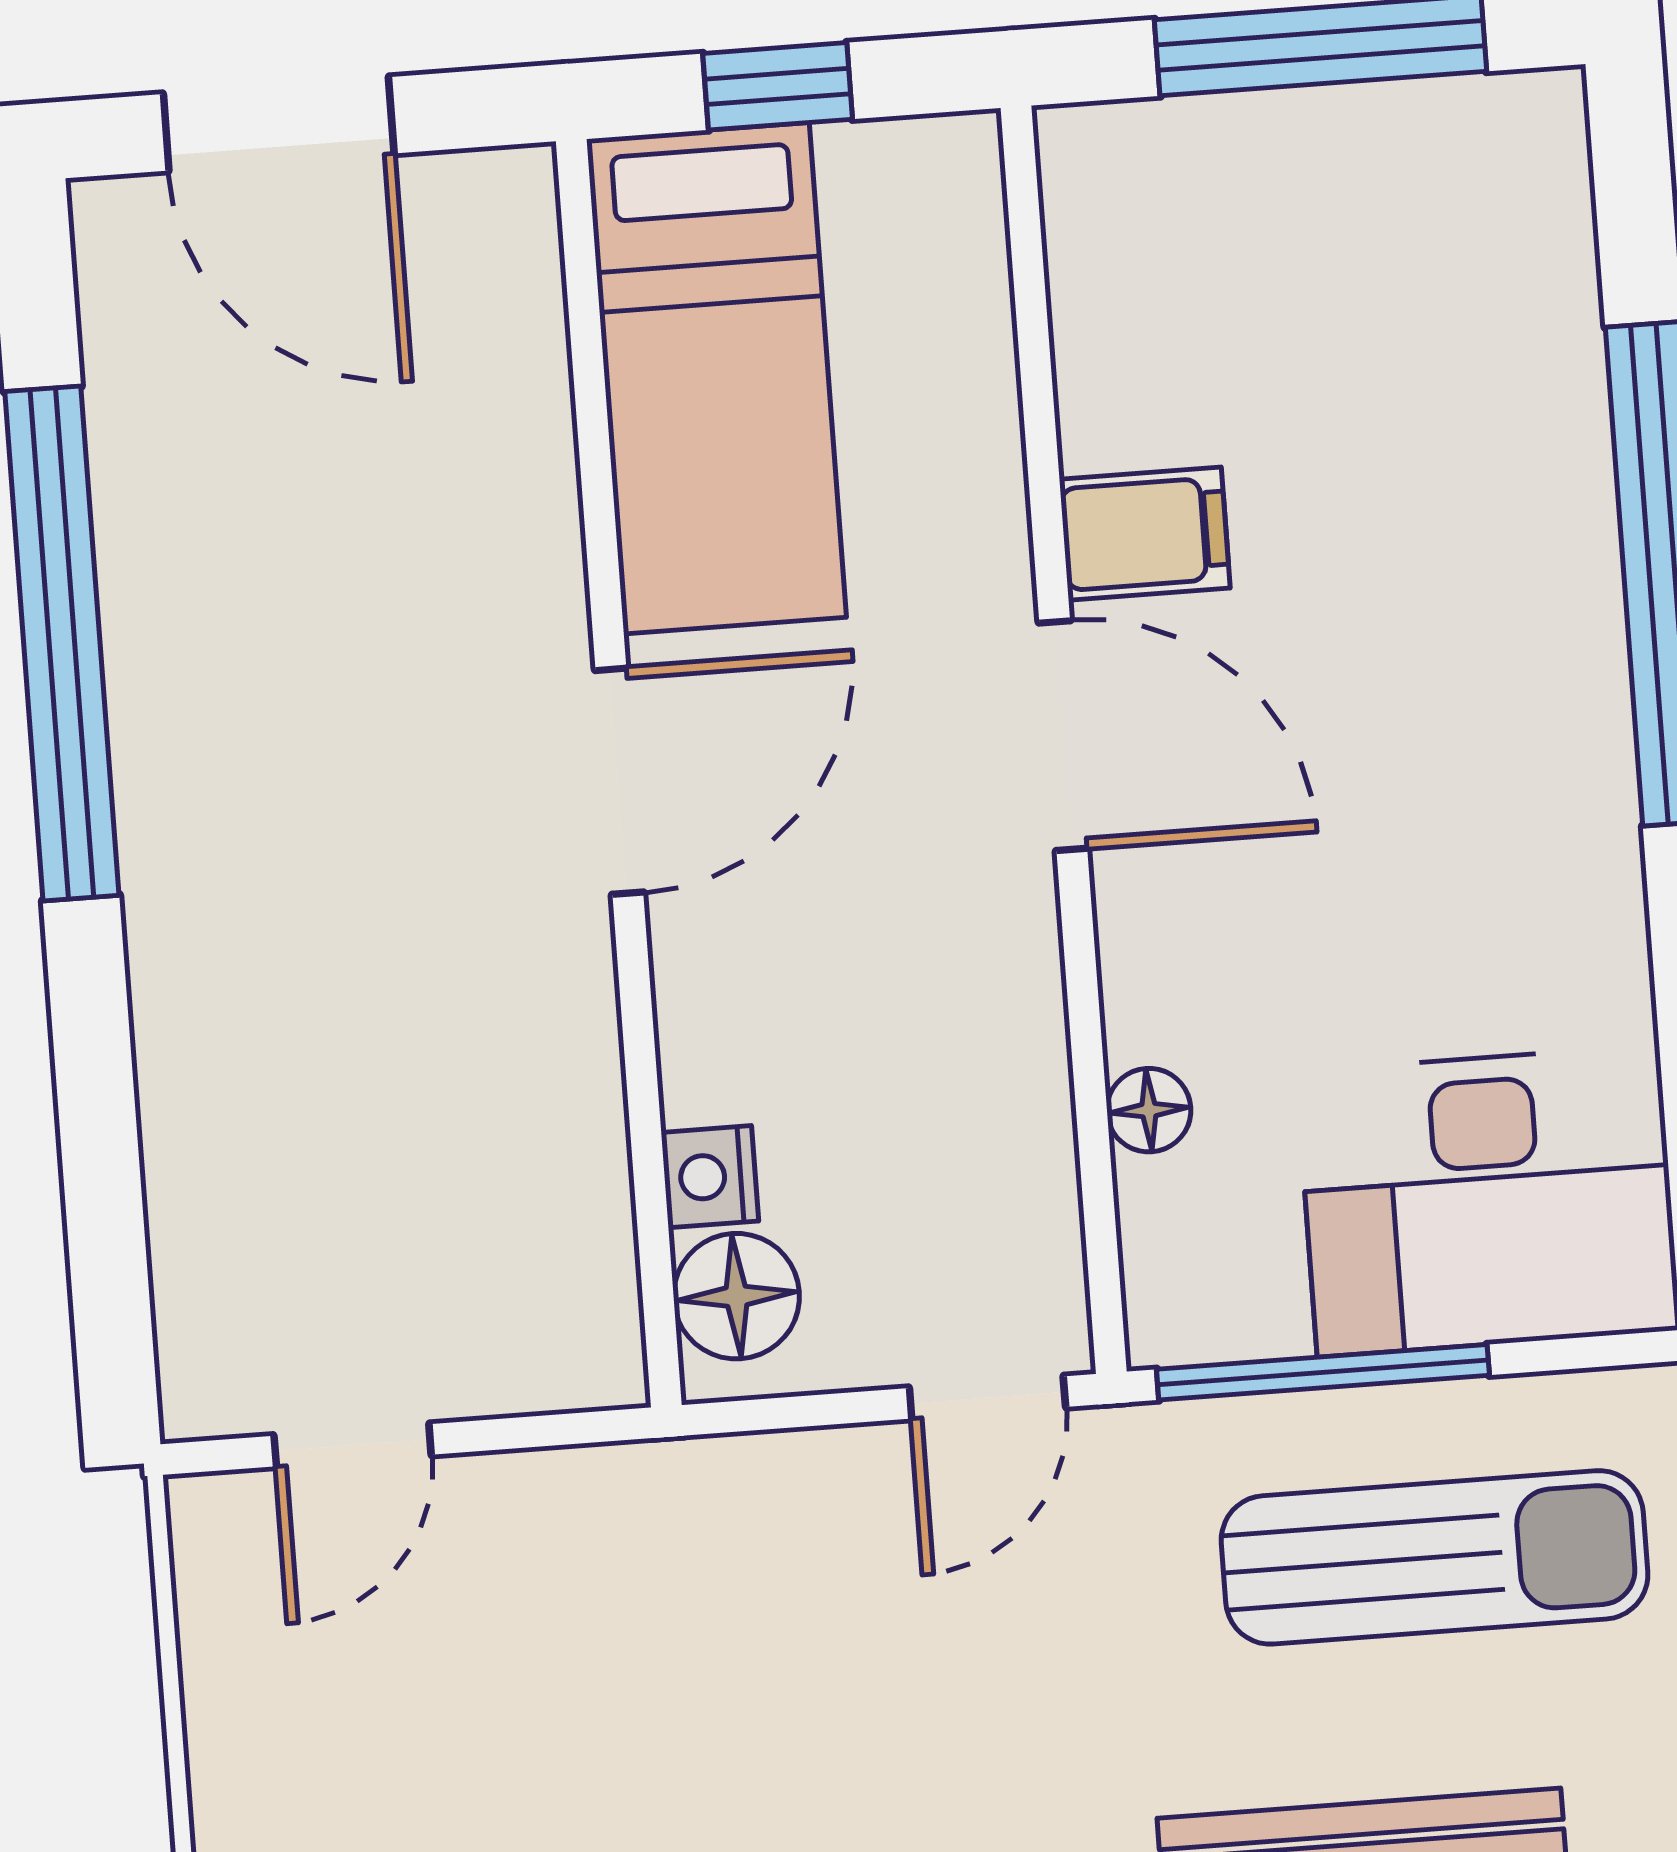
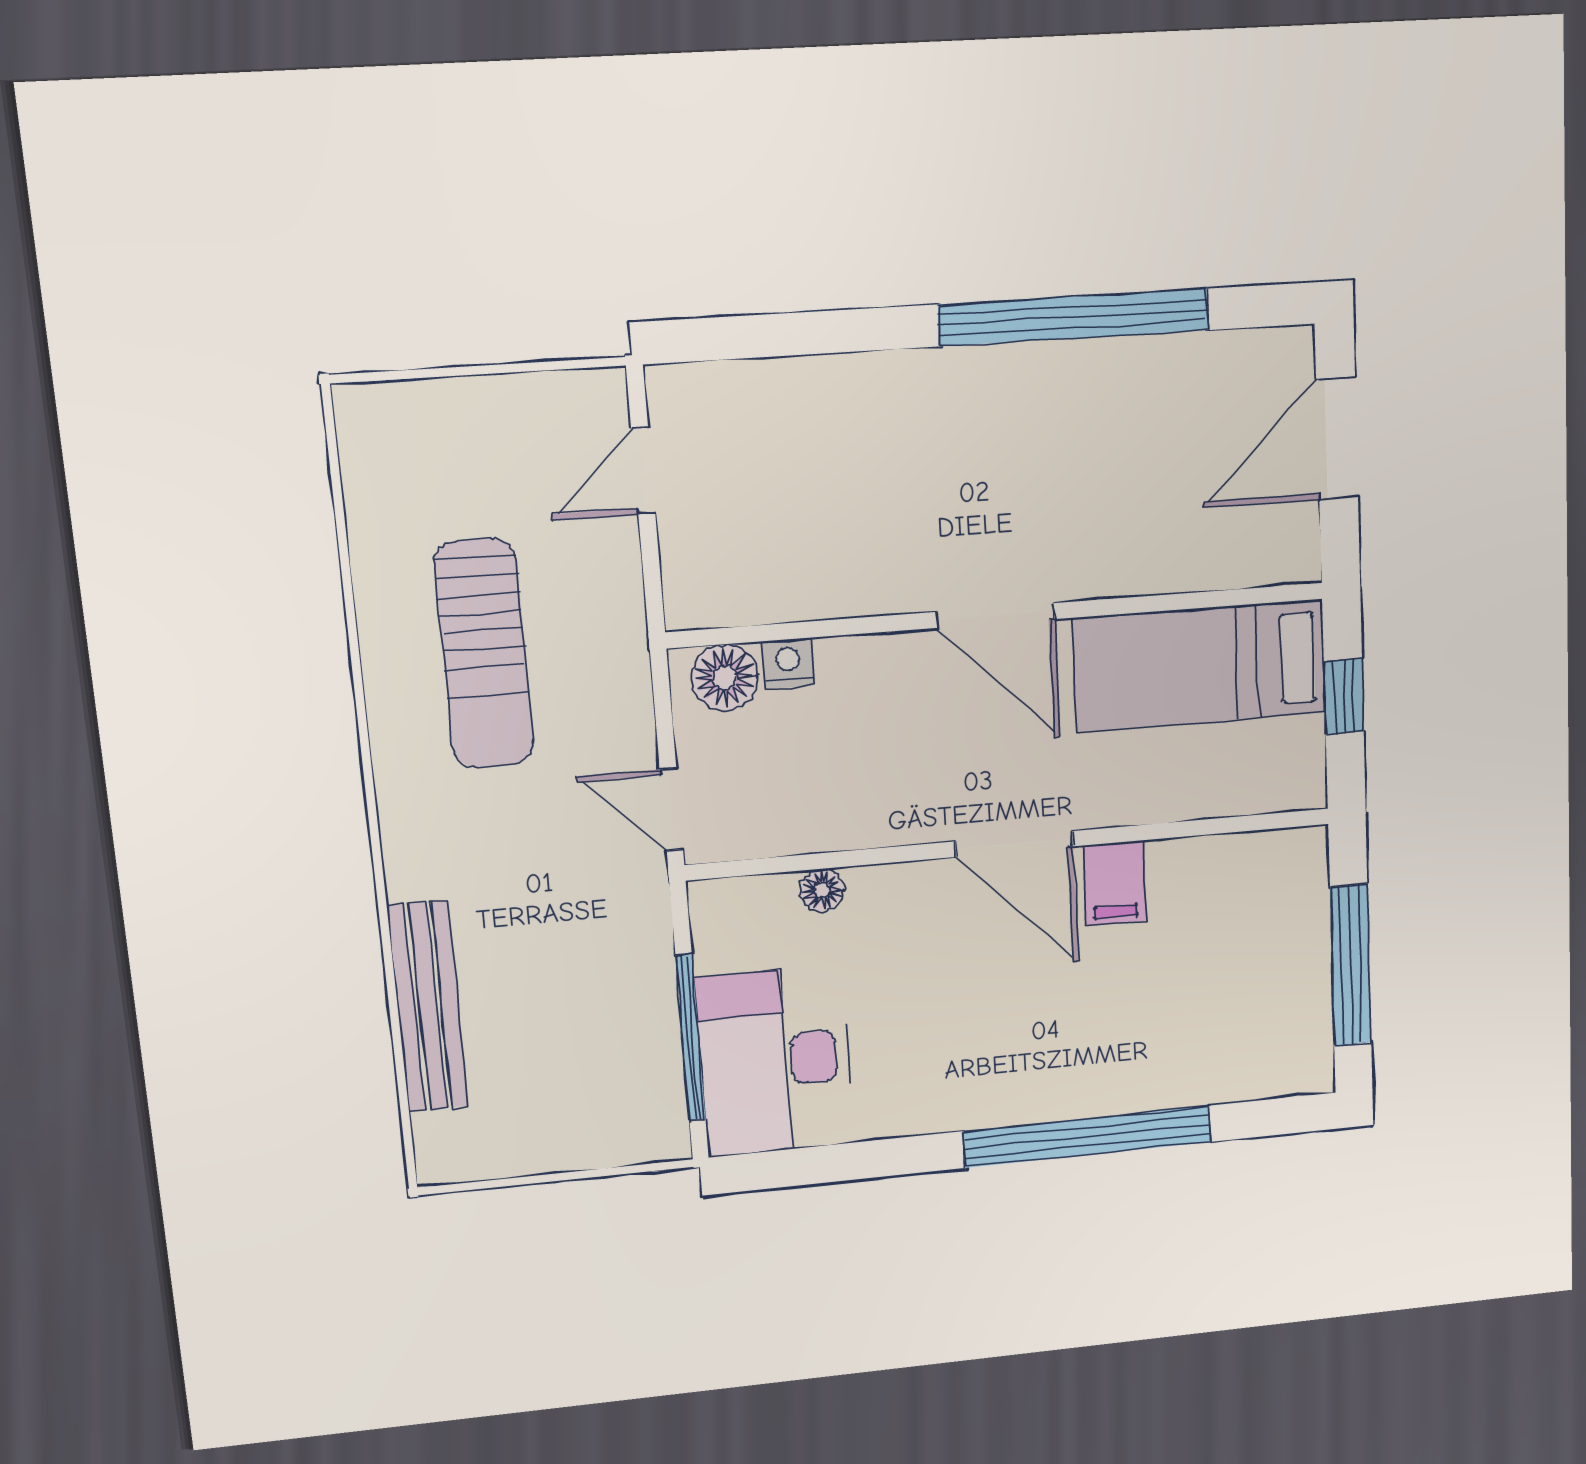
door: (1063, 736) -> (1014, 844), hinge flipped
window: (1323, 1372) -> (691, 1038), moved
door: (353, 1445) -> (643, 471), hinge flipped
sun lounger: (1435, 1557) -> (485, 654), moved

